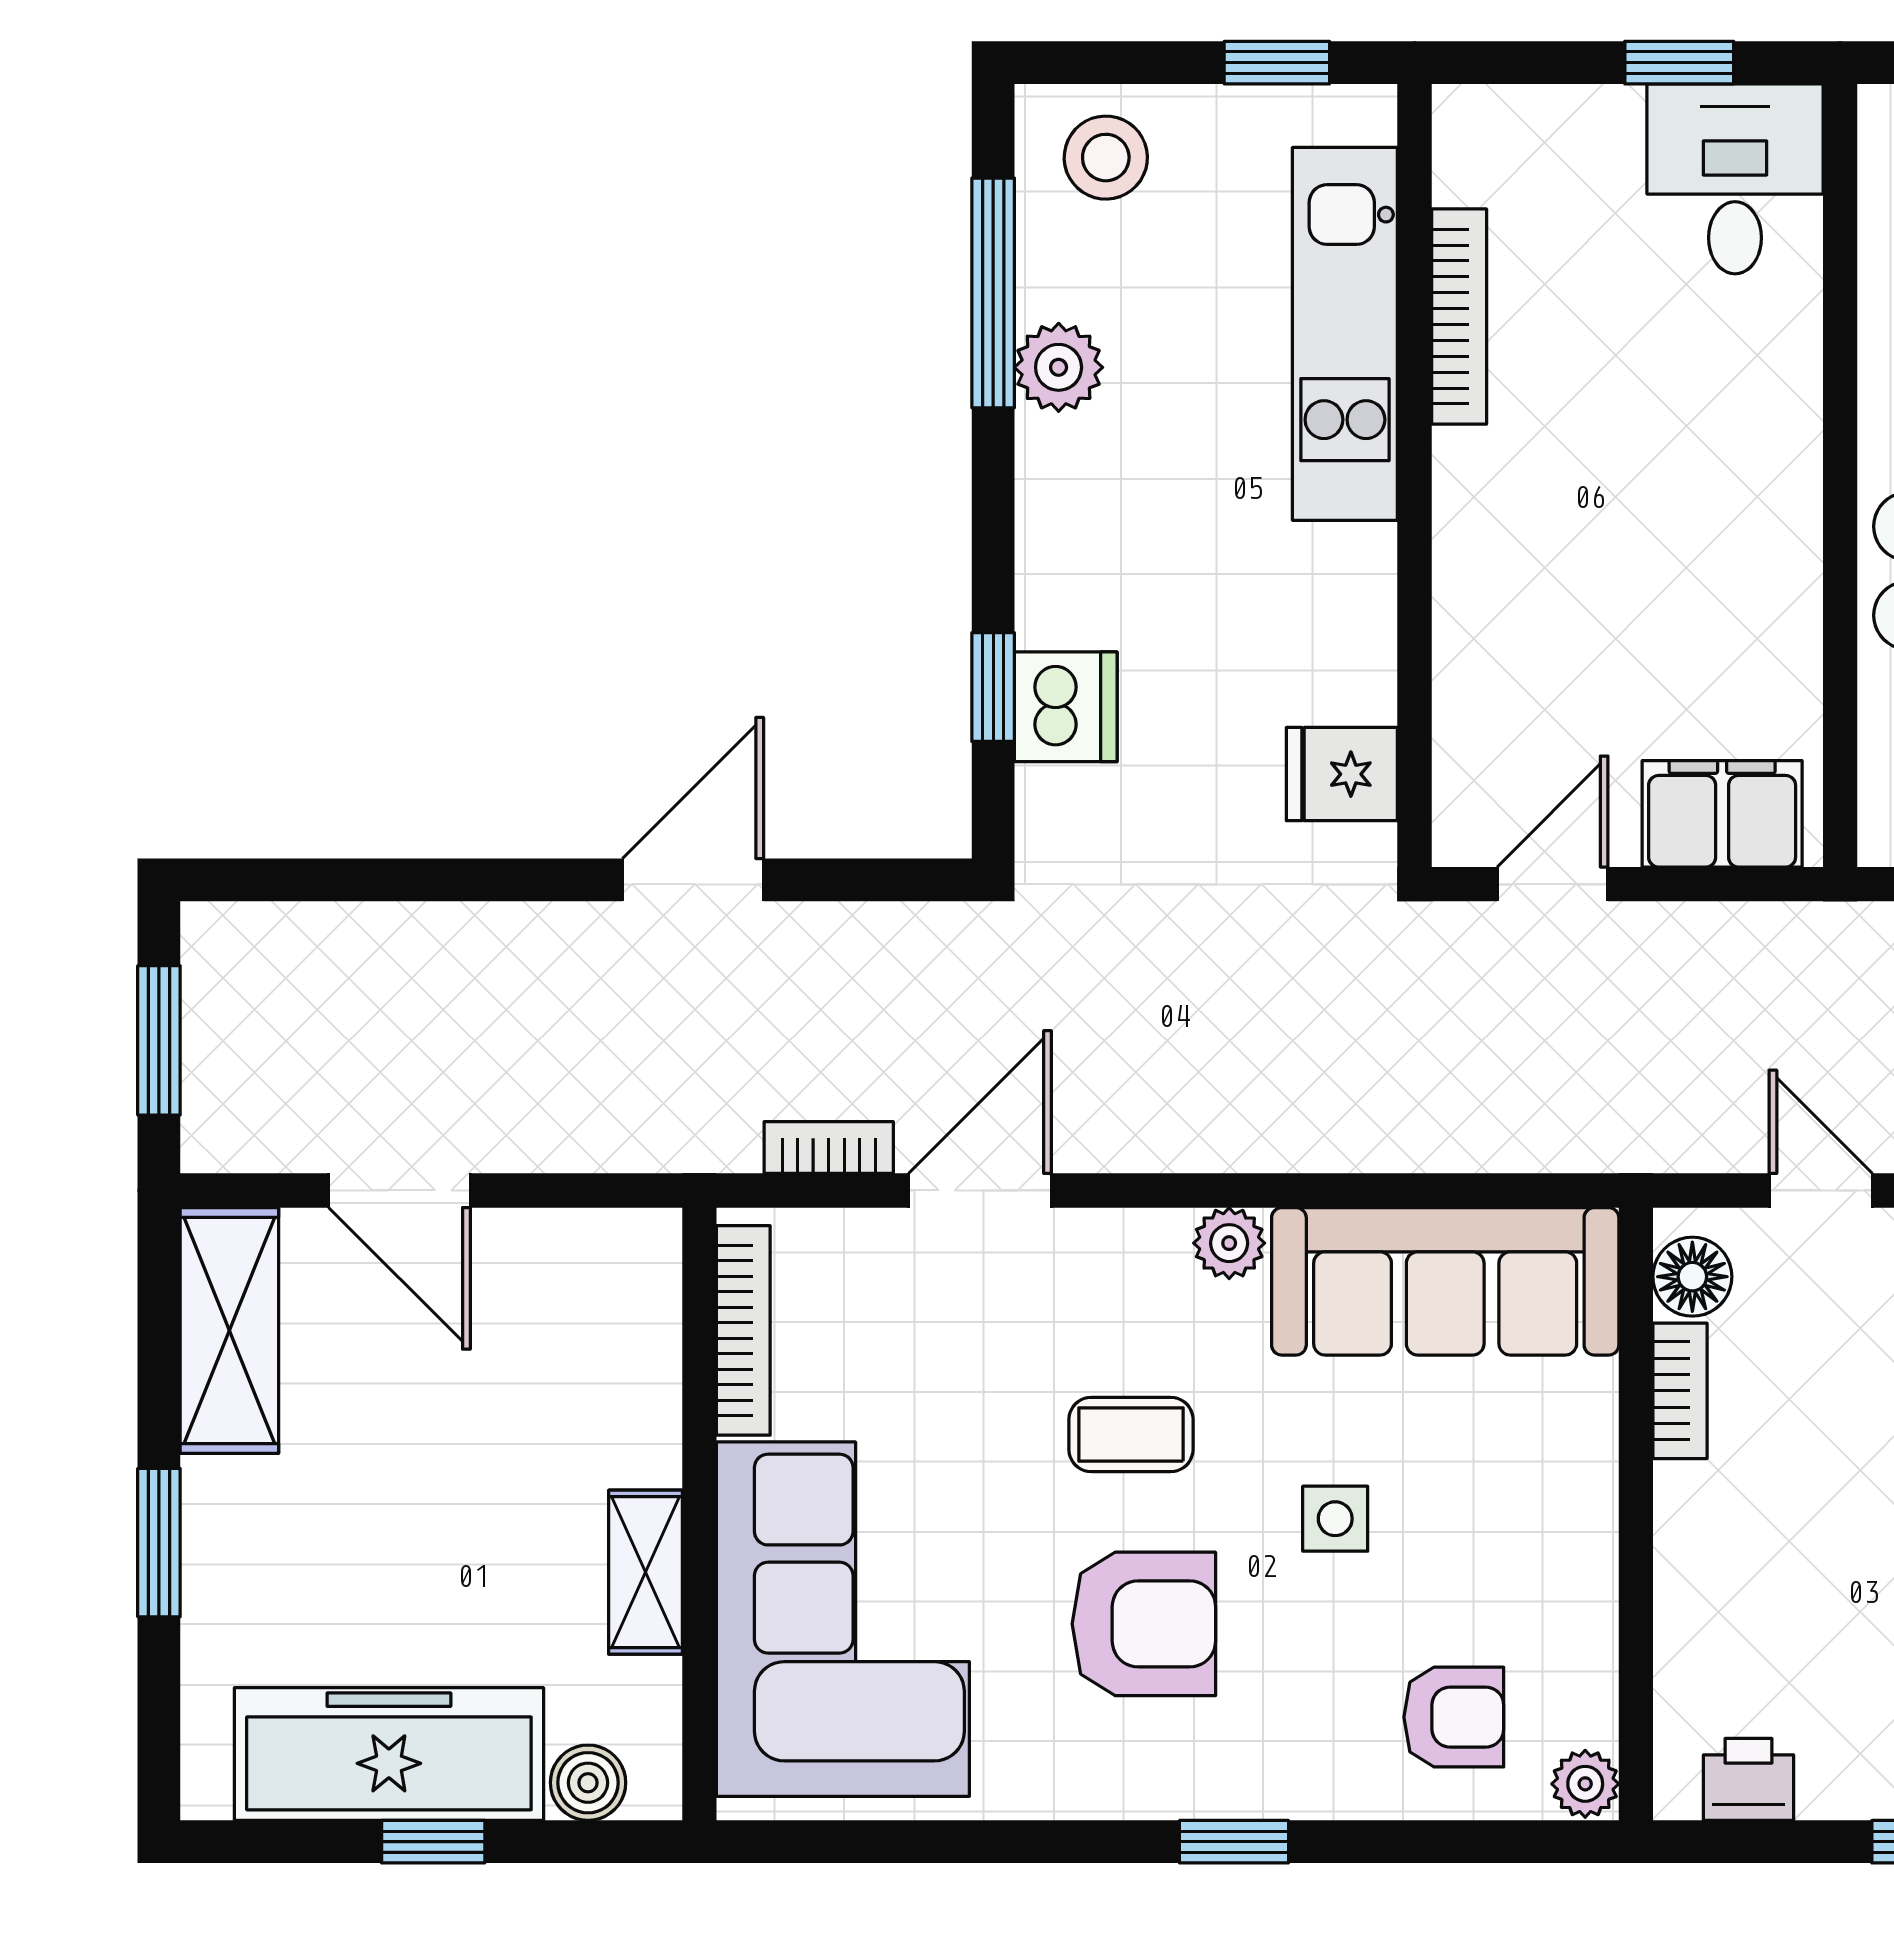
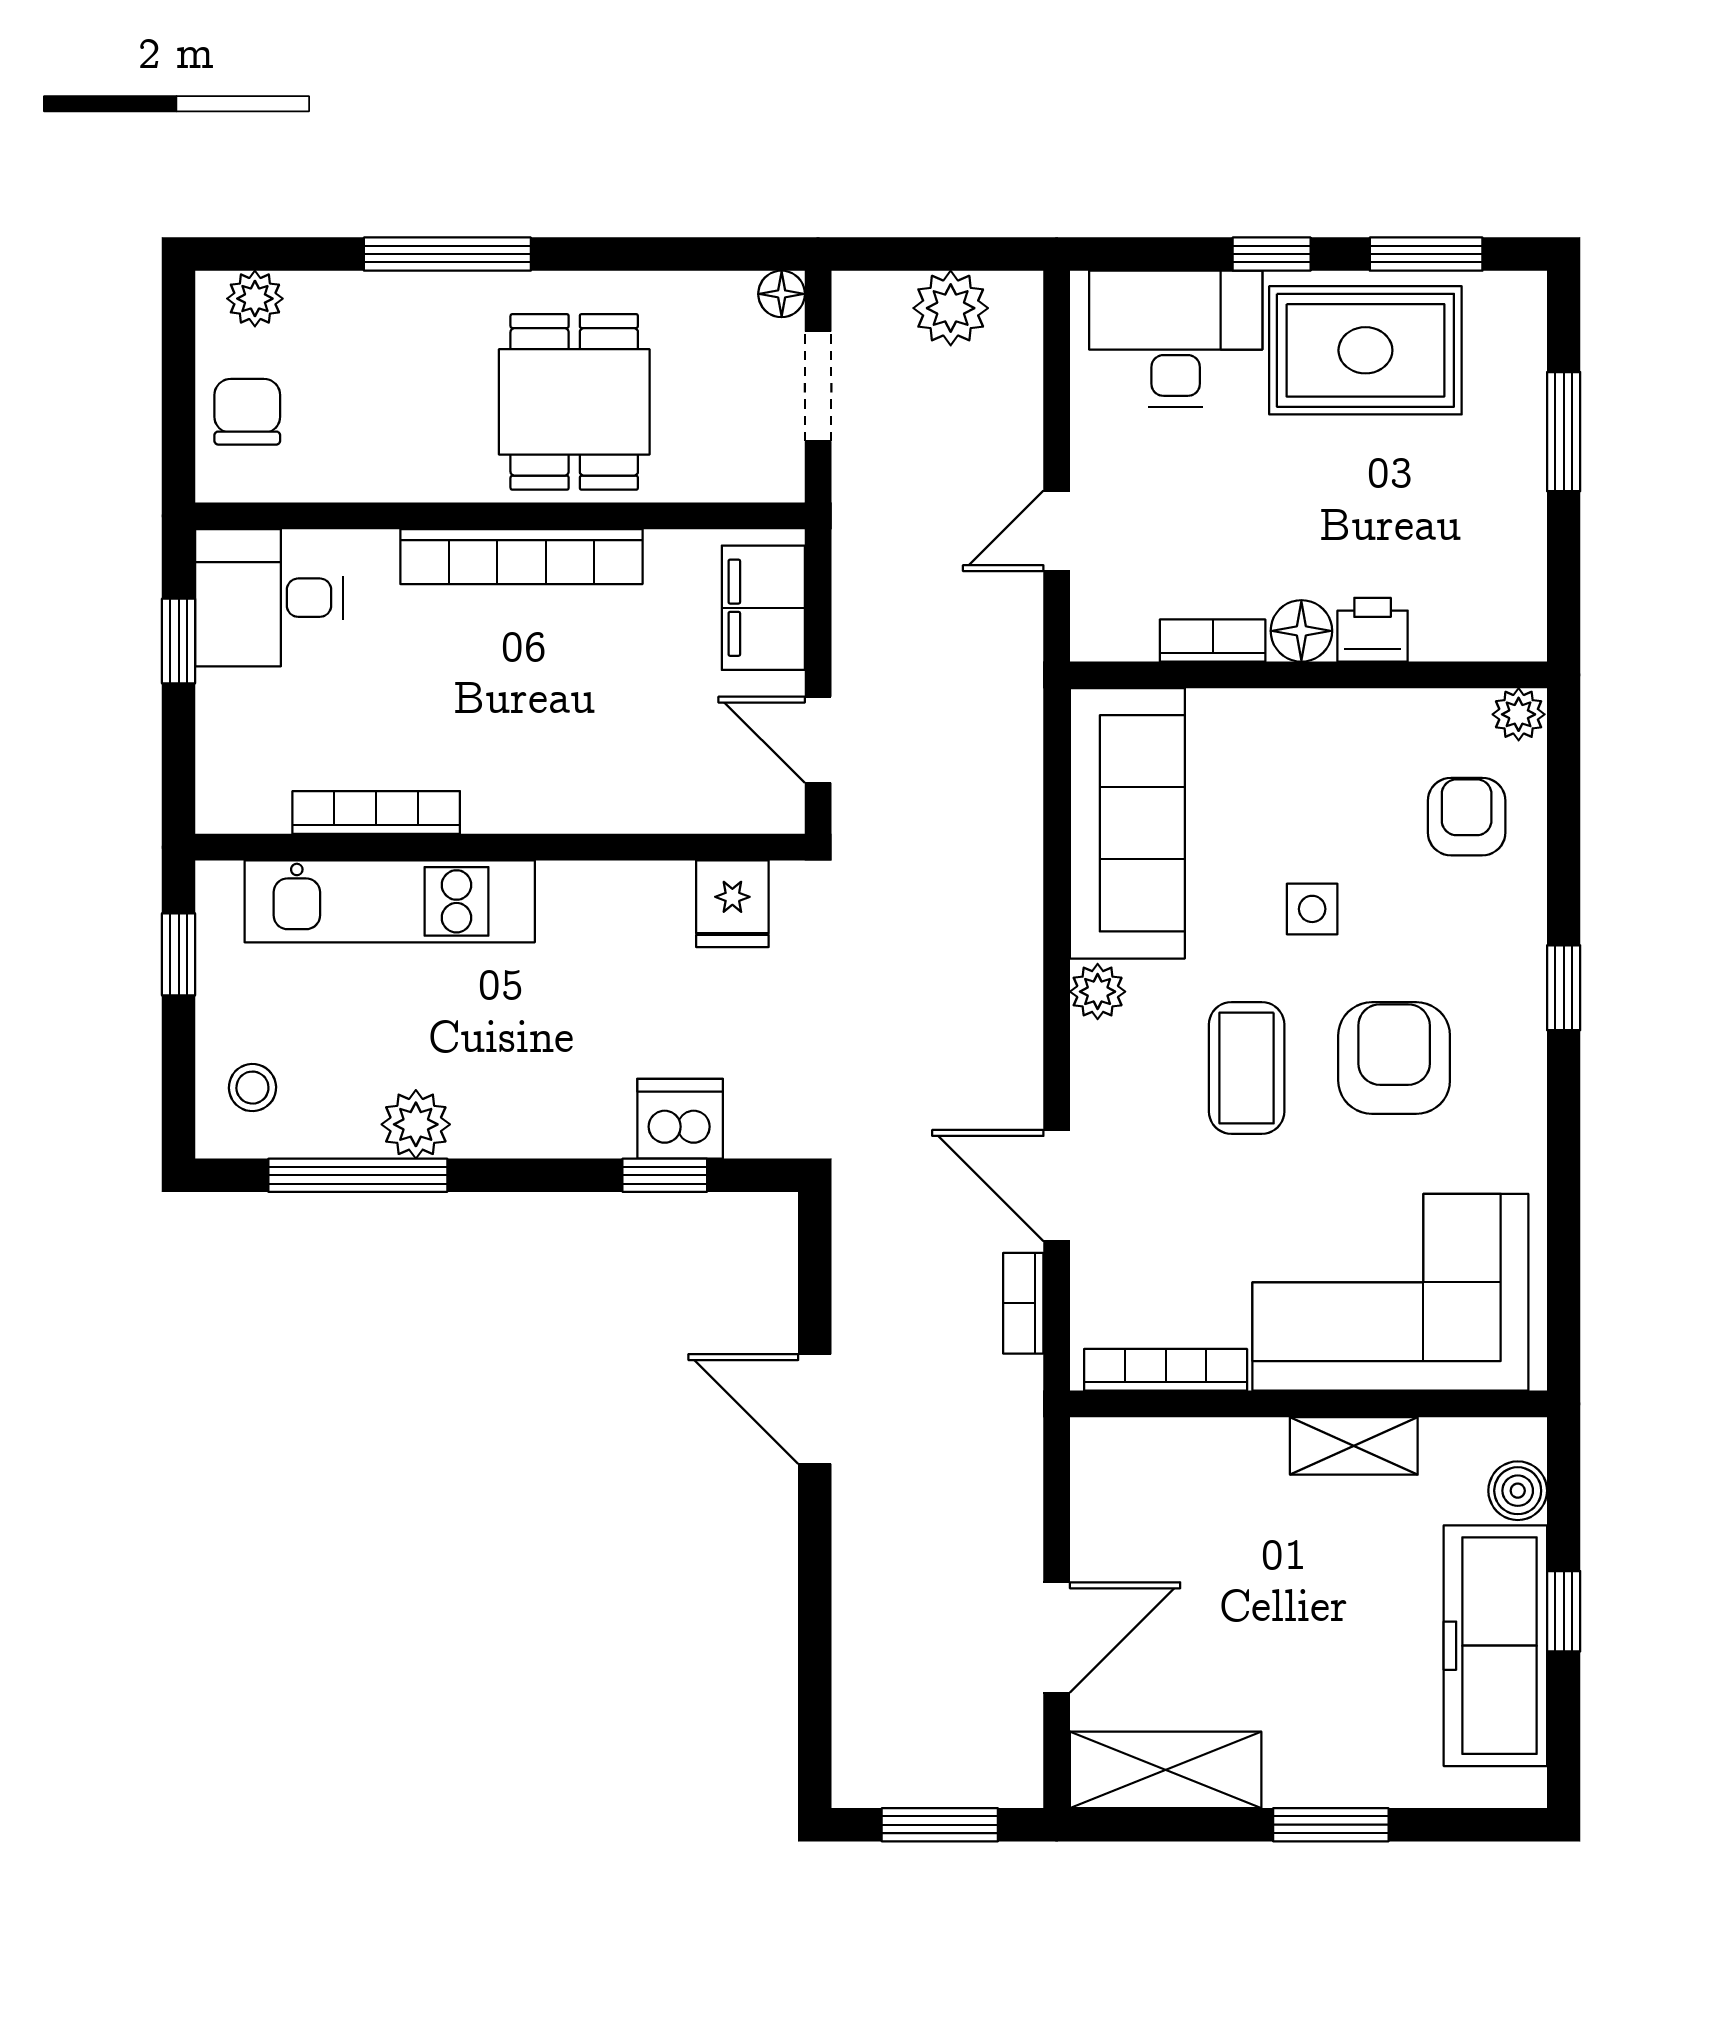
stool: (1106, 158) -> (252, 1088), width x0.73, depth x0.73
bookcase: (1788, 503) -> (521, 557), added
floor lamp: (1692, 1277) -> (1301, 631), moved
coffee table: (1131, 1434) -> (1247, 1068), width x1.36, depth x1.30
printer: (1748, 1779) -> (1373, 630), moved, turned 90

